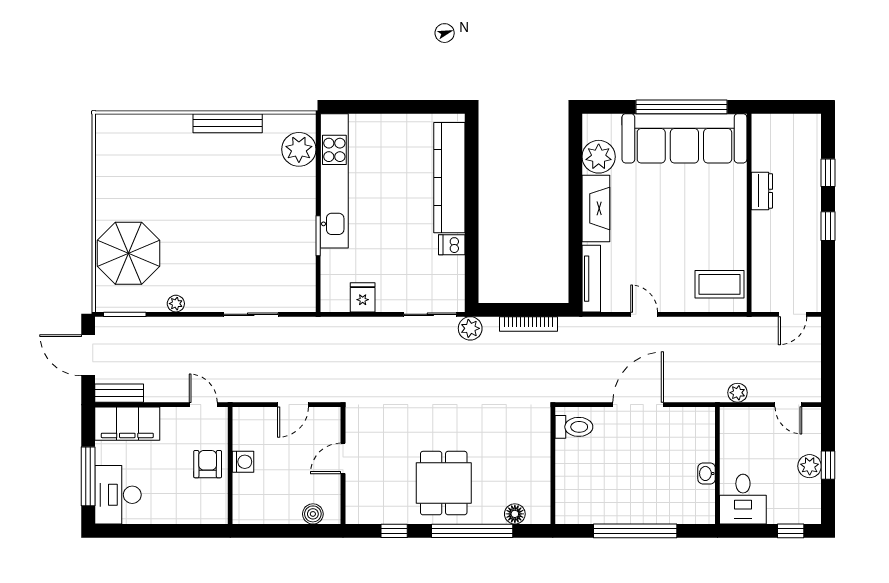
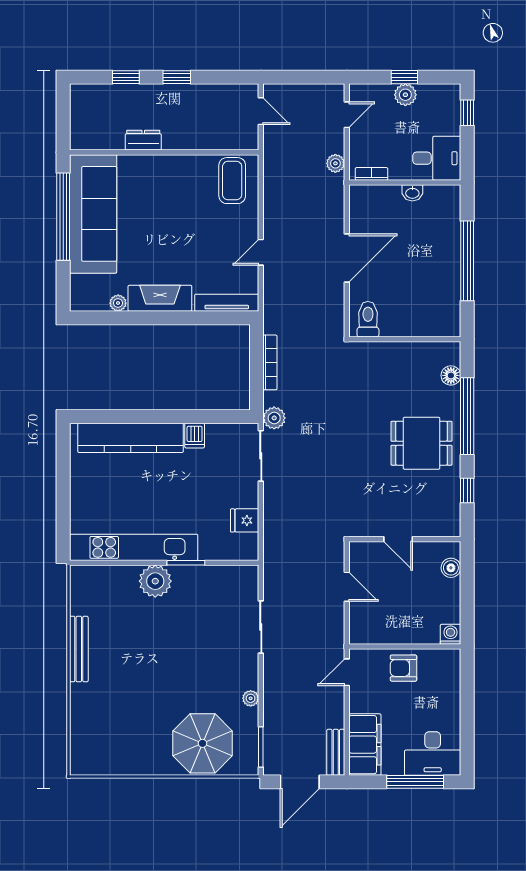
plant: (299, 149) -> (155, 581), moved
plant: (599, 157) -> (118, 303), width x0.53, depth x0.53
door: (638, 405) -> (347, 258), swing flipped
bookcase: (726, 431) -> (372, 174), added
washing machine: (243, 462) -> (451, 634), moved

